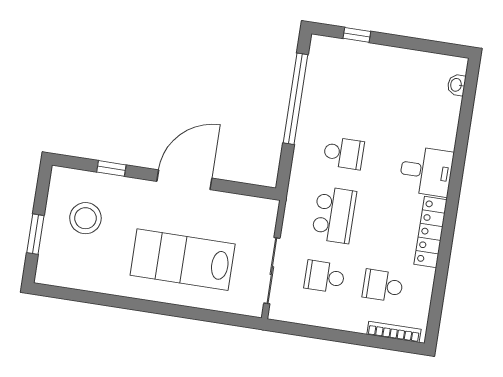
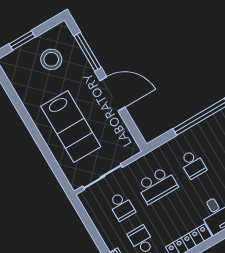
window: (111, 168) -> (88, 52), width x2.17
lab bench: (183, 260) -> (71, 126), turned 180
school desk: (325, 277) -> (121, 206), turned 180

